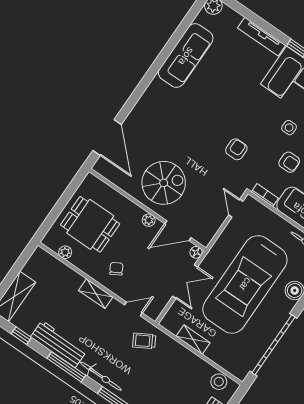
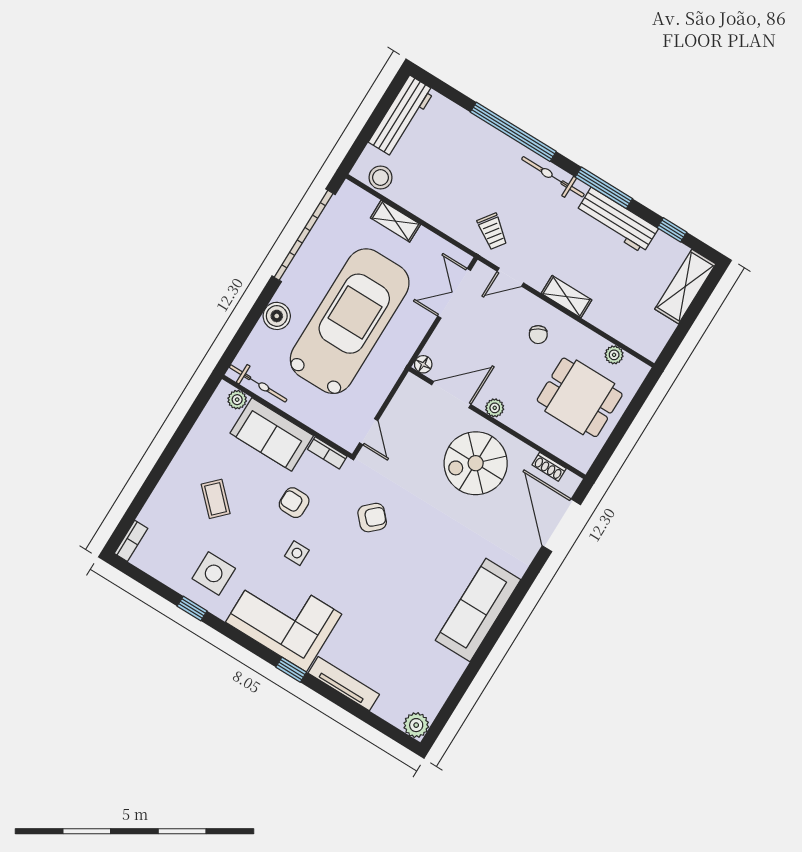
sofa: (186, 56) -> (478, 610), moved
armchair: (236, 149) -> (372, 518), turned -133
shoe rack: (114, 178) -> (549, 467), added
double door: (185, 282) -> (454, 293), moved
shelving: (193, 339) -> (395, 221), moved
trolley: (144, 341) -> (492, 231), turned 66

